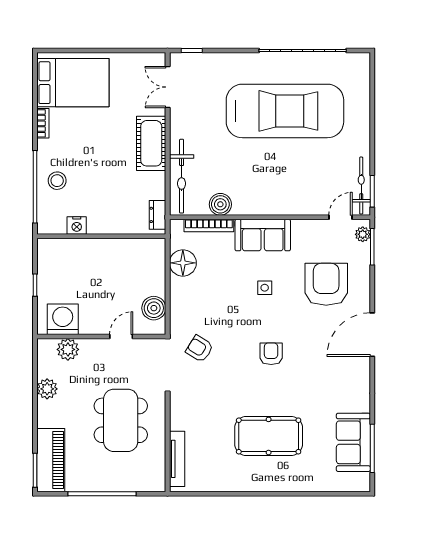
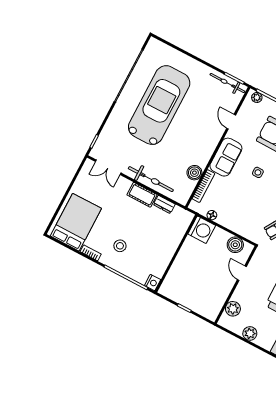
cot: (151, 143) -> (142, 195), width x0.73, depth x0.75
bicycle: (182, 176) -> (151, 179), moved
stool: (57, 181) -> (120, 246), moved
dresser: (158, 215) -> (164, 204), moved
door: (341, 217) -> (231, 122), moved
nightstand: (77, 225) -> (153, 283), moved
floor lamp: (183, 263) -> (212, 215), width x0.53, depth x0.53
washing machine: (63, 319) -> (202, 230), moved, turned 180

